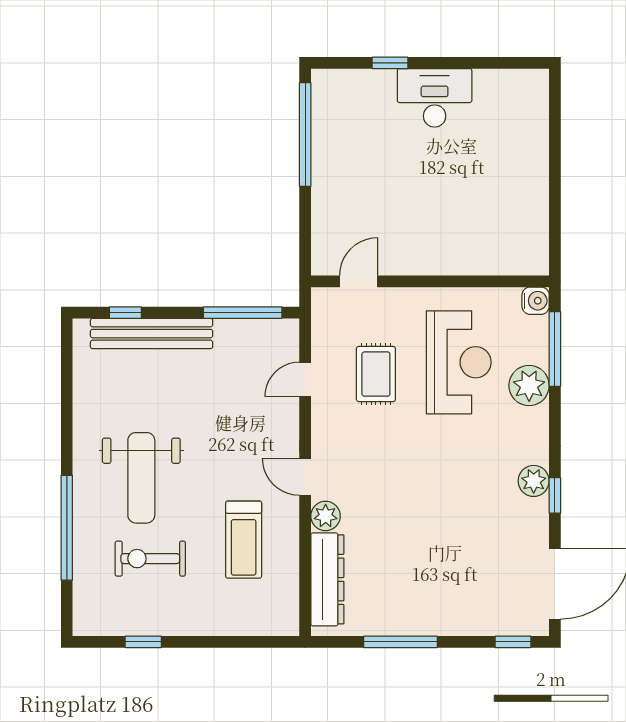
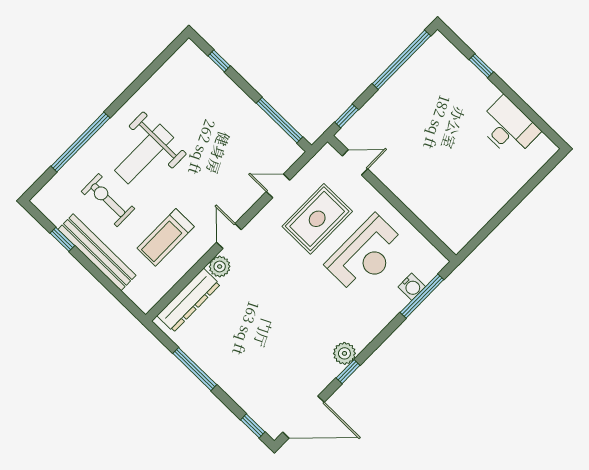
desk: (435, 98) -> (508, 127), moved
window: (305, 243) -> (347, 116), added
water cooler: (536, 301) -> (412, 287), moved
bench: (152, 334) -> (97, 252), moved
rug: (376, 374) -> (317, 219), width x1.36, depth x1.43
plant: (529, 386) -> (390, 302), removed

